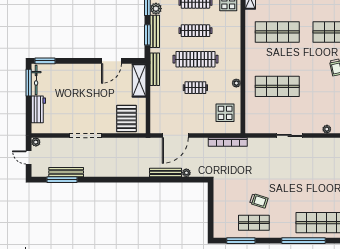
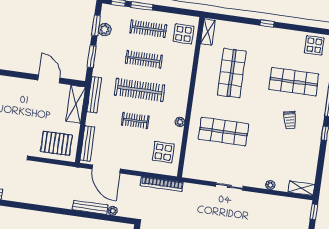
bench: (155, 31) -> (87, 143), moved
shop shelf: (277, 32) -> (232, 73), turned 90
door: (112, 61) -> (49, 79), swing flipped
pallet: (127, 118) -> (56, 143), turned 90
door: (175, 135) -> (106, 169), hinge flipped

